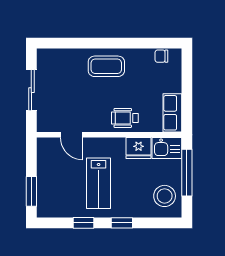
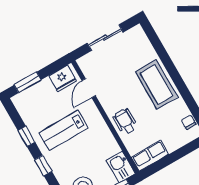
coffee table: (106, 66) -> (156, 84), width x1.36, depth x1.32
fridge: (139, 148) -> (62, 78), moved, turned -90

